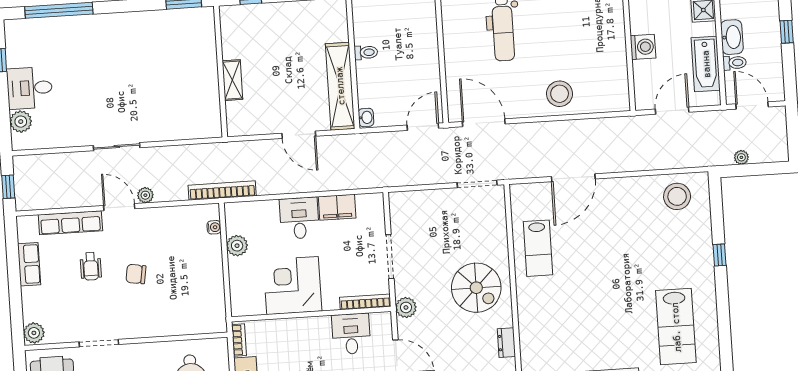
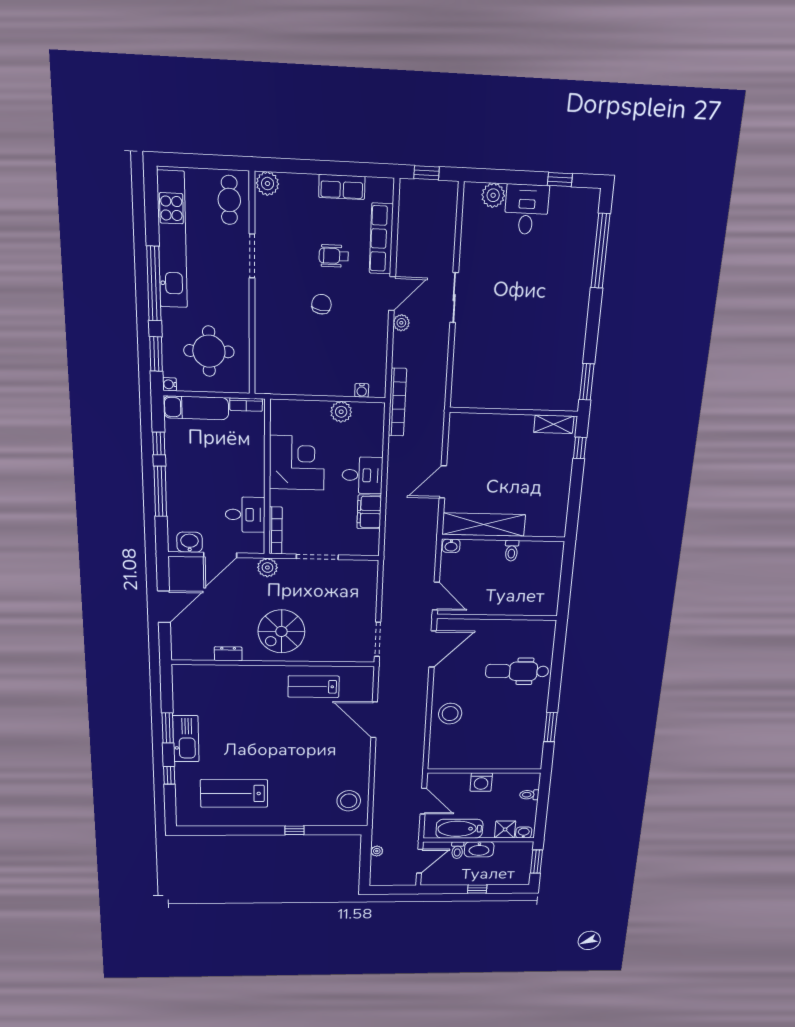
shelving: (232, 80) -> (554, 424), moved

